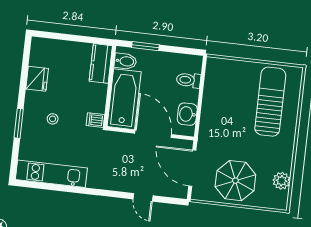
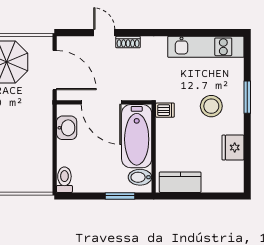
kitchen counter: (101, 63) -> (180, 182), moved, turned -90
toilet: (189, 80) -> (64, 180), moved, turned -90
stool: (53, 119) -> (211, 106), width x1.89, depth x1.89
shoe rack: (122, 186) -> (128, 42), added

